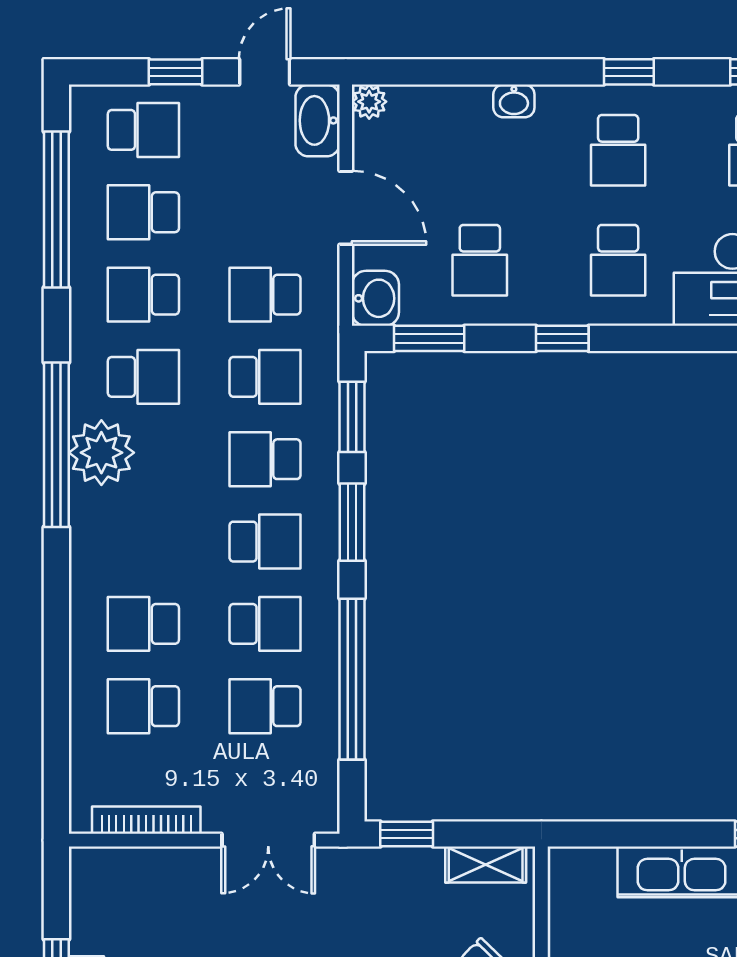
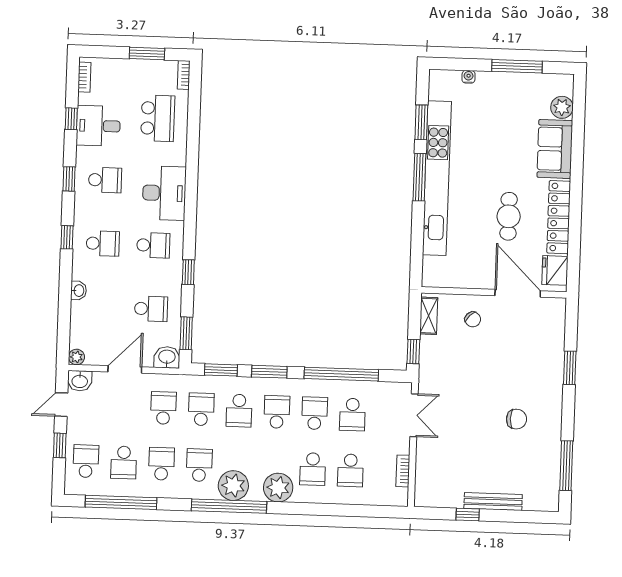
door: (265, 72) -> (61, 405), hinge flipped
washbasin: (318, 120) -> (80, 381), width x0.72
school desk: (143, 295) -> (161, 464), turned 180
school desk: (265, 295) -> (163, 408), turned 180
plant: (100, 550) -> (278, 488), added
bookcase: (146, 820) -> (403, 471), width x0.64

